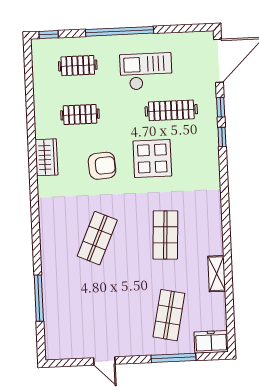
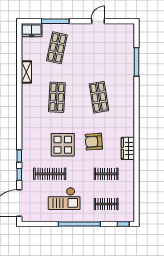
shop shelf: (97, 238) -> (99, 97), turned -33
door: (104, 361) -> (98, 21), hinge flipped

